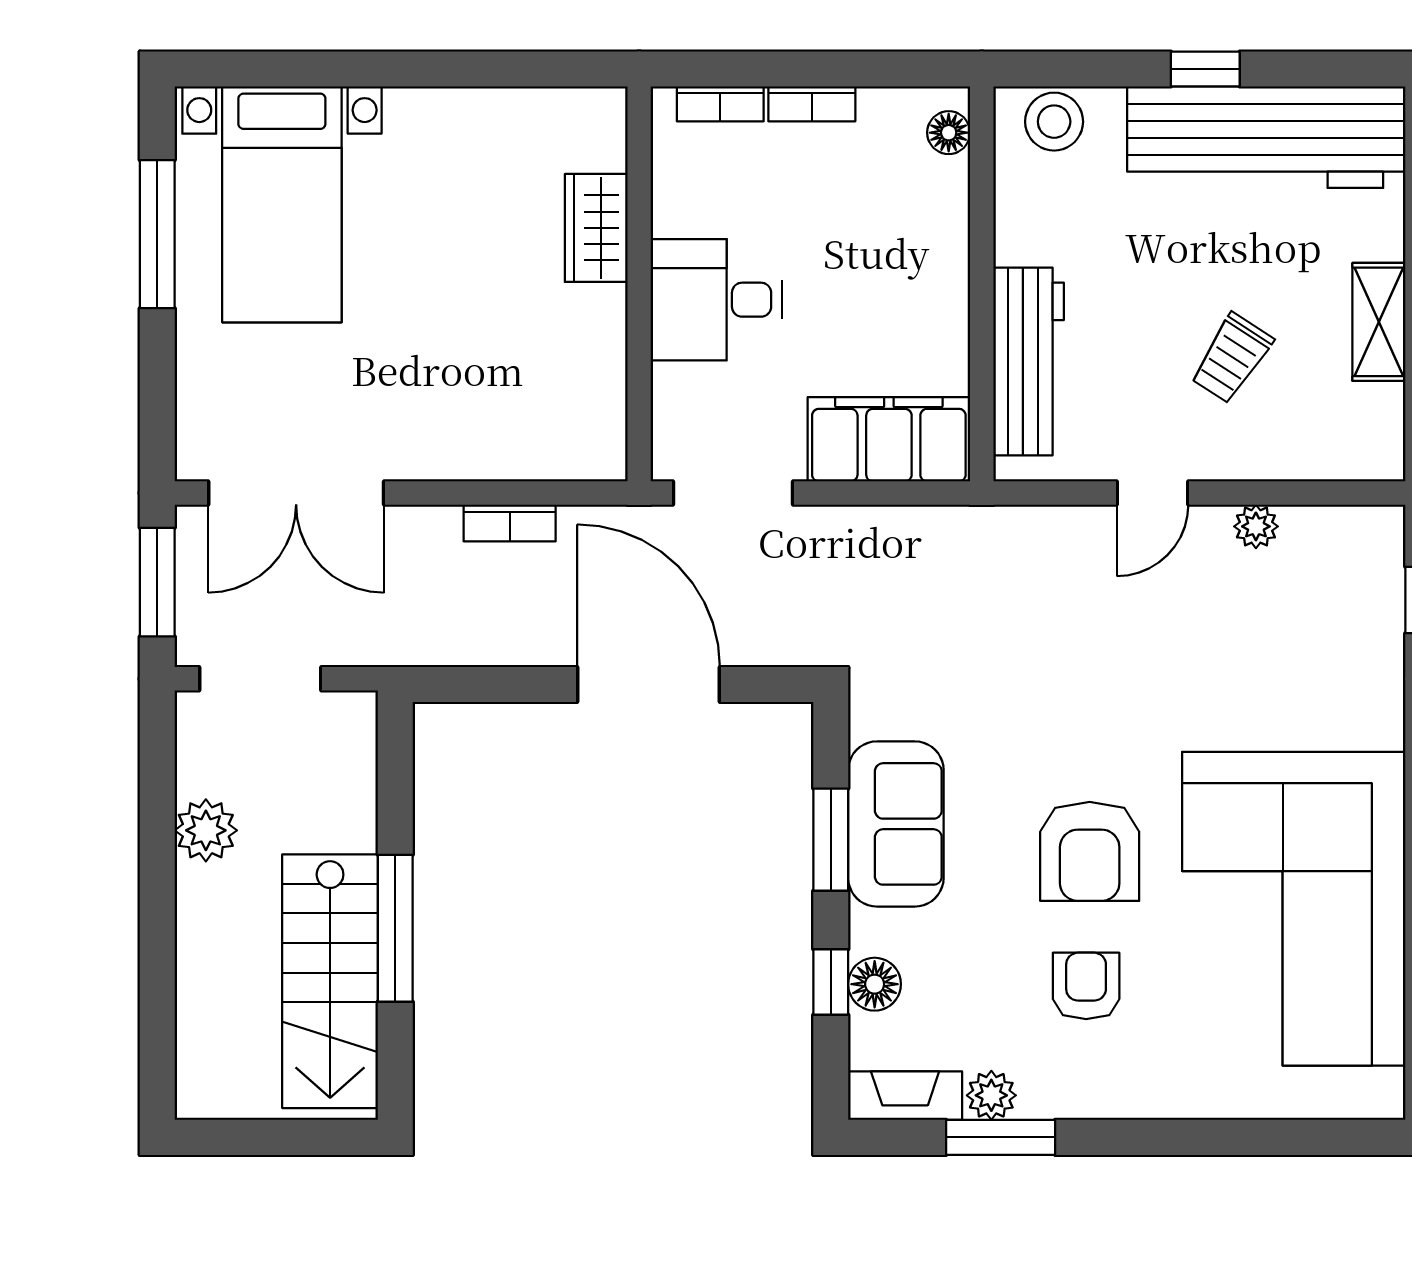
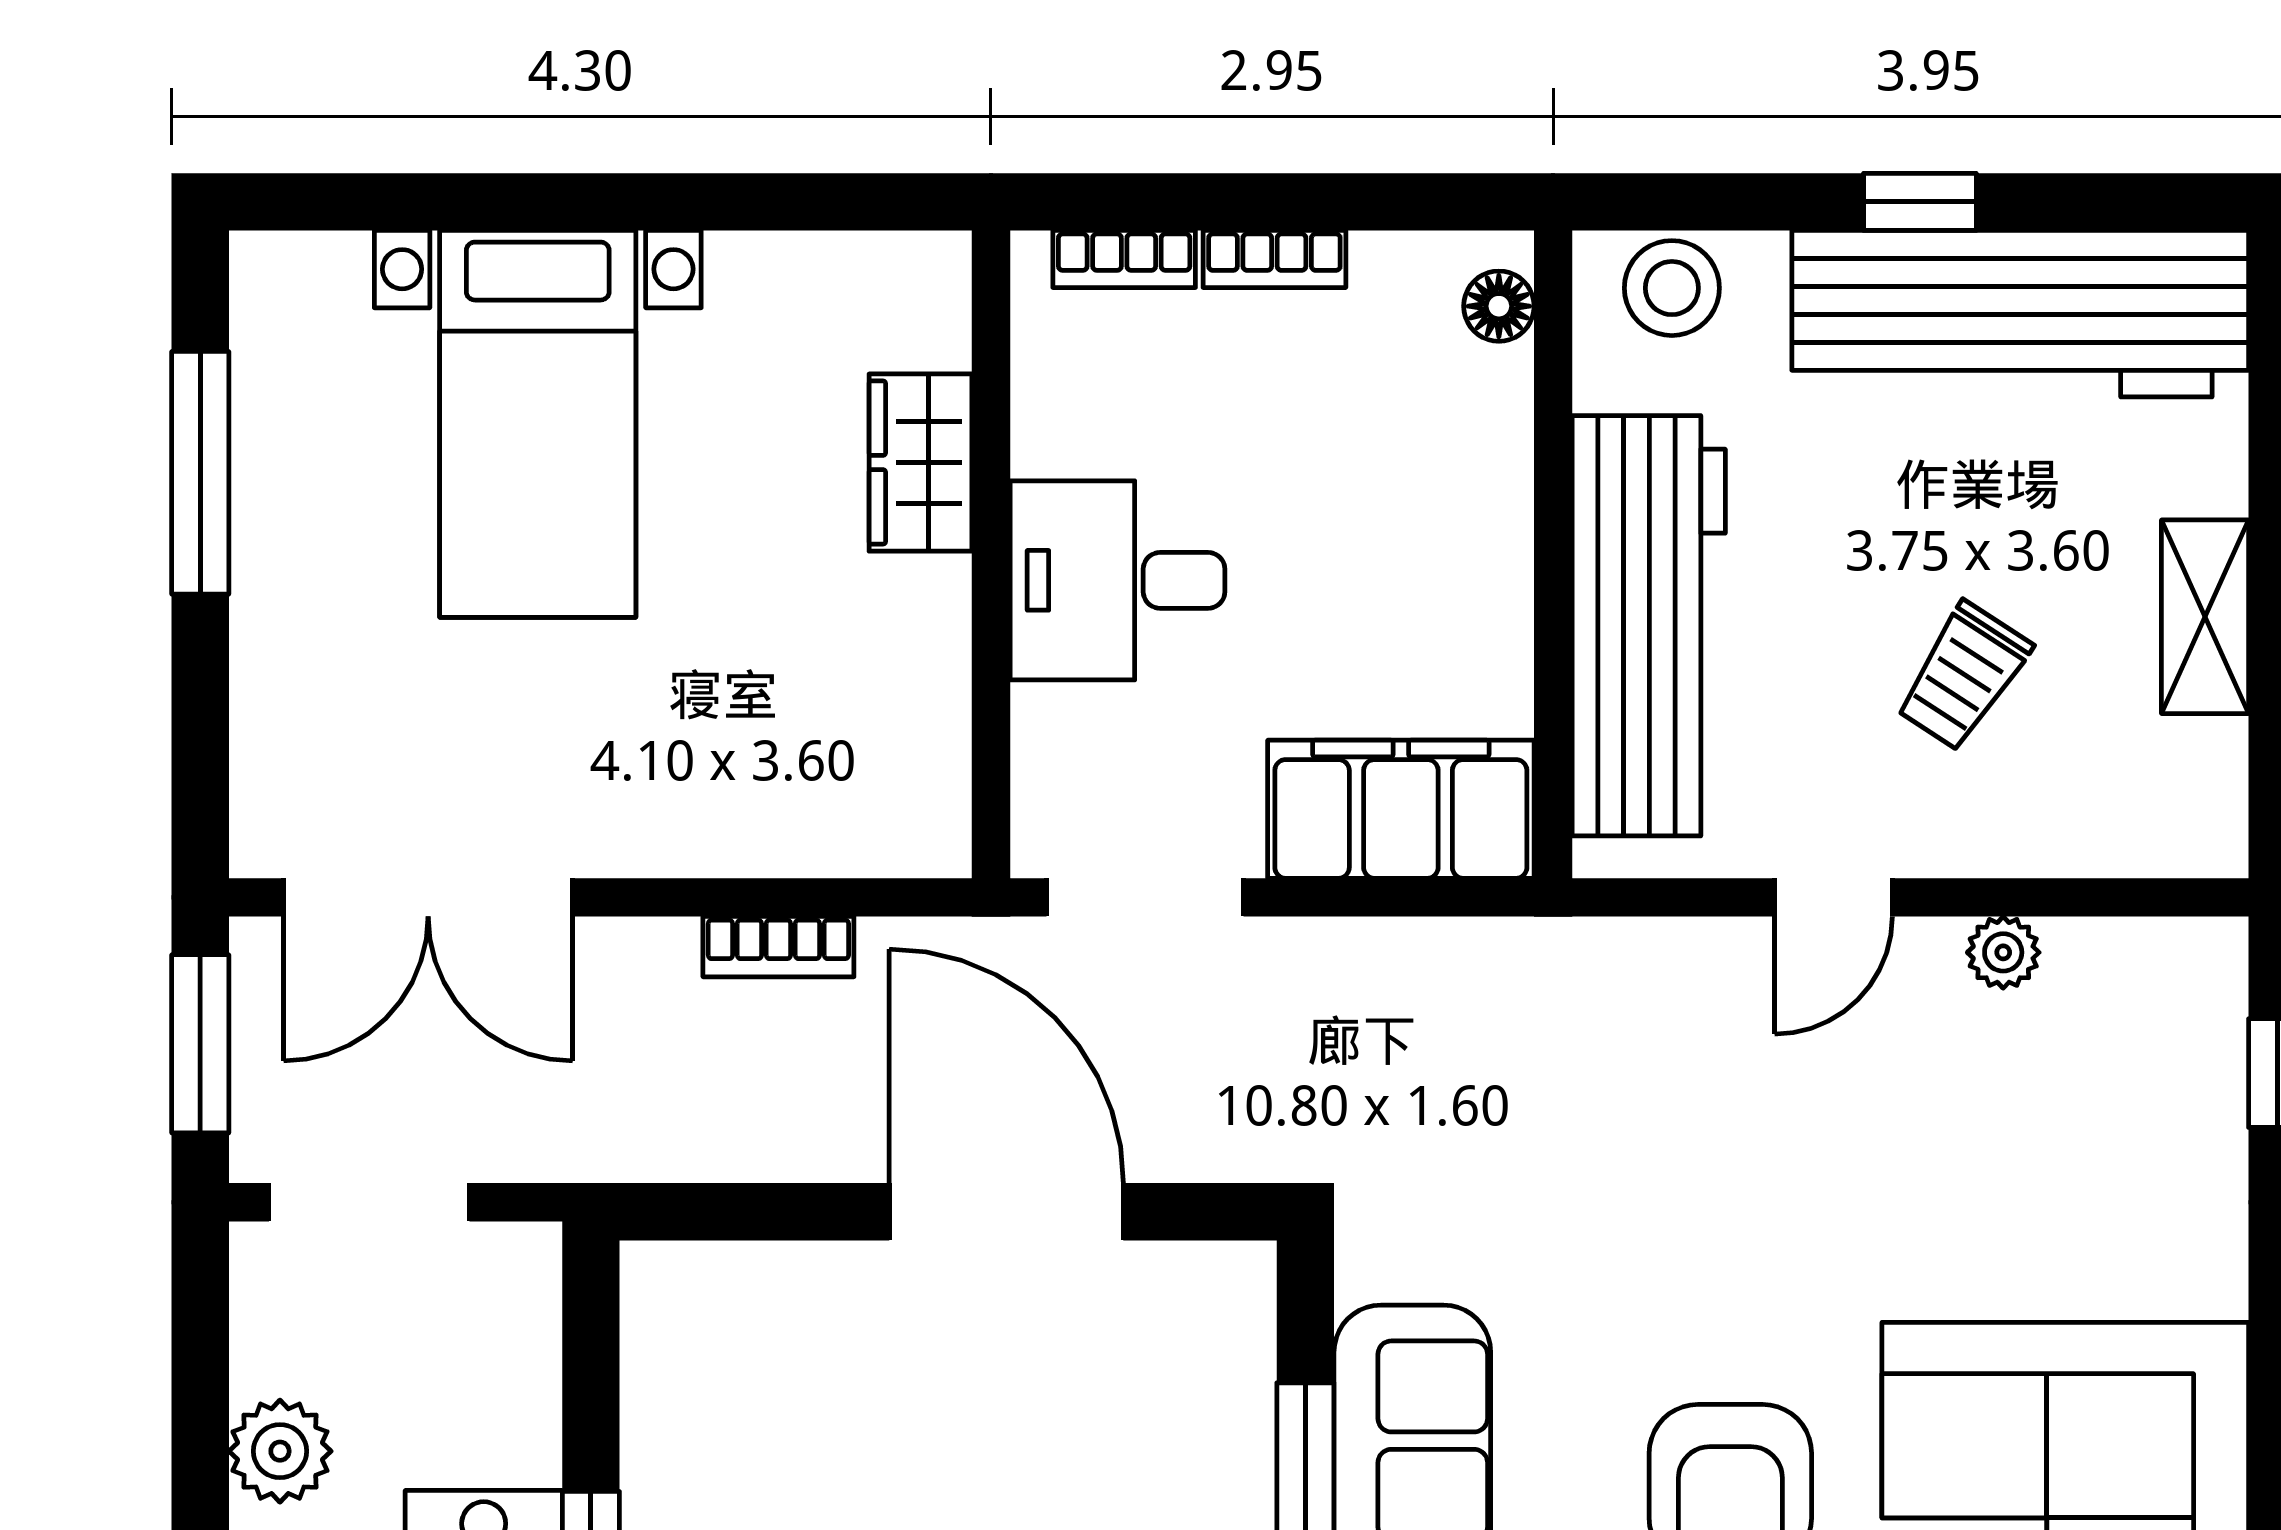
bed with nightstands: (282, 204) -> (538, 424), moved
workbench: (1029, 362) -> (1649, 626), width x1.36, depth x1.32

